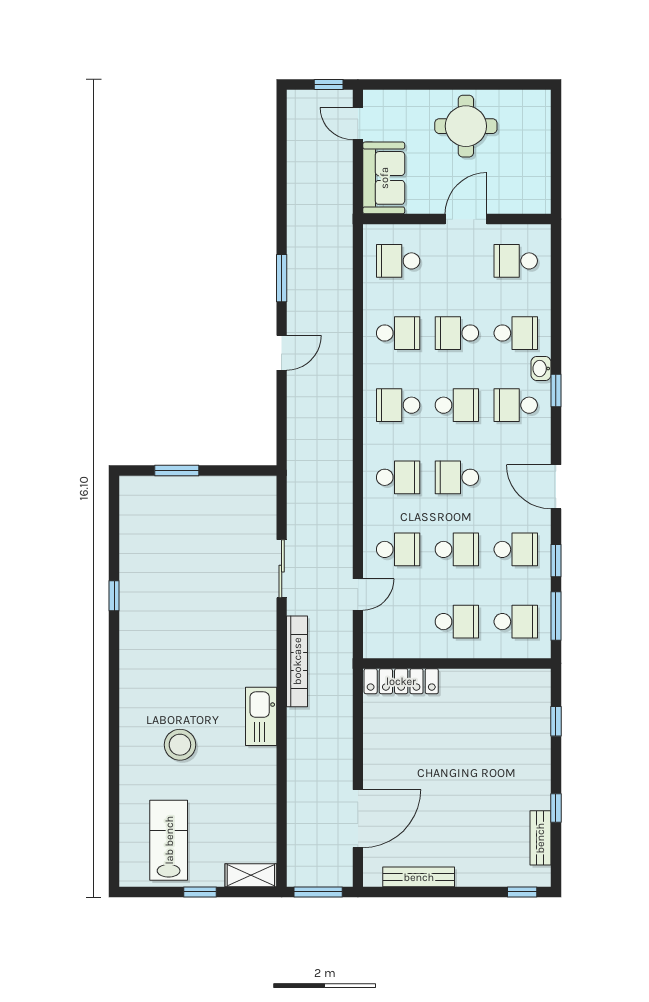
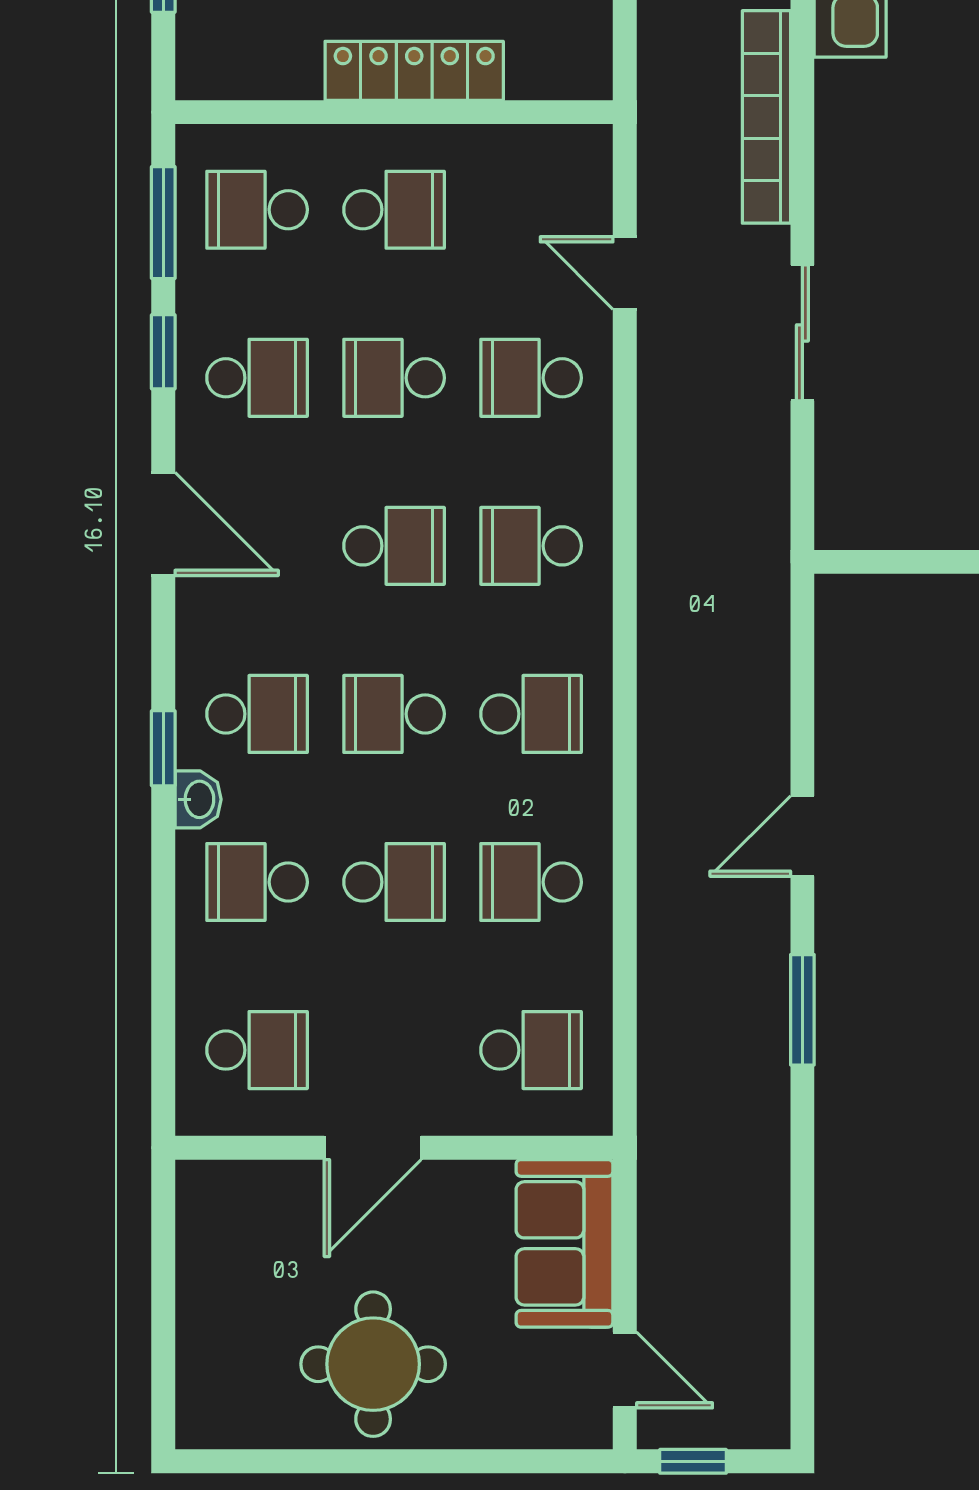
school desk: (516, 549) -> (257, 378), turned 180
door: (358, 594) -> (625, 273), hinge flipped
school desk: (457, 622) -> (394, 210), turned 180
locker: (401, 681) -> (414, 71), moved

